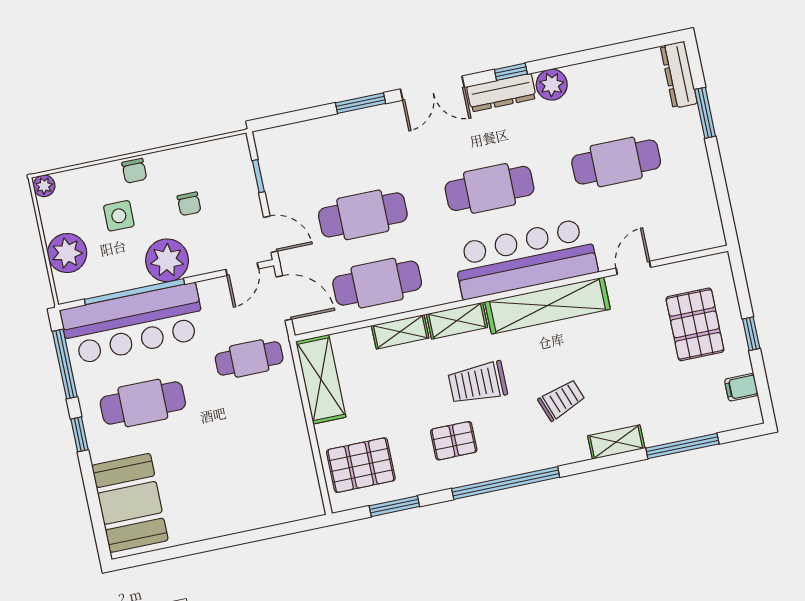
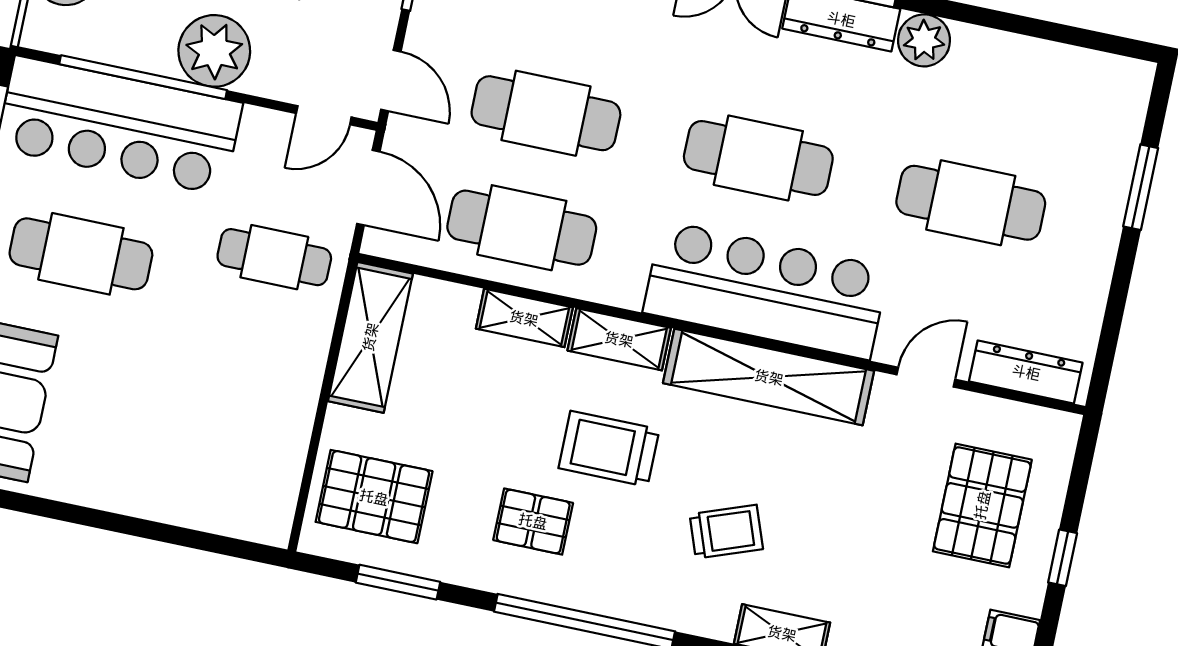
dresser: (679, 75) -> (1026, 372), moved, turned 90

